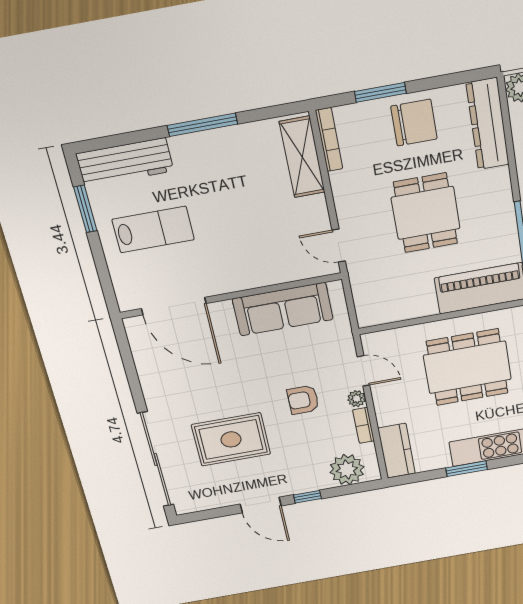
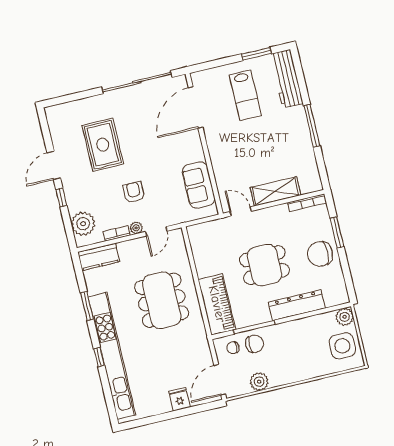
chair: (414, 123) -> (320, 254), turned 90
dresser: (488, 124) -> (297, 305), moved
shelving: (302, 157) -> (276, 191), moved
door: (339, 246) -> (241, 211), hinge flipped
sofa: (283, 309) -> (199, 185), width x0.73
sliding door: (156, 460) -> (137, 82), moved

